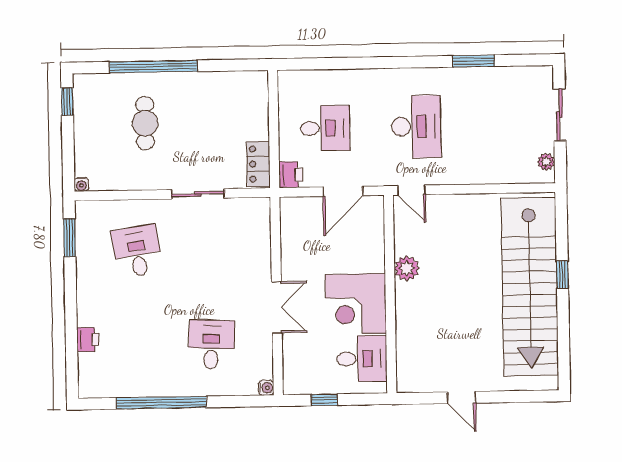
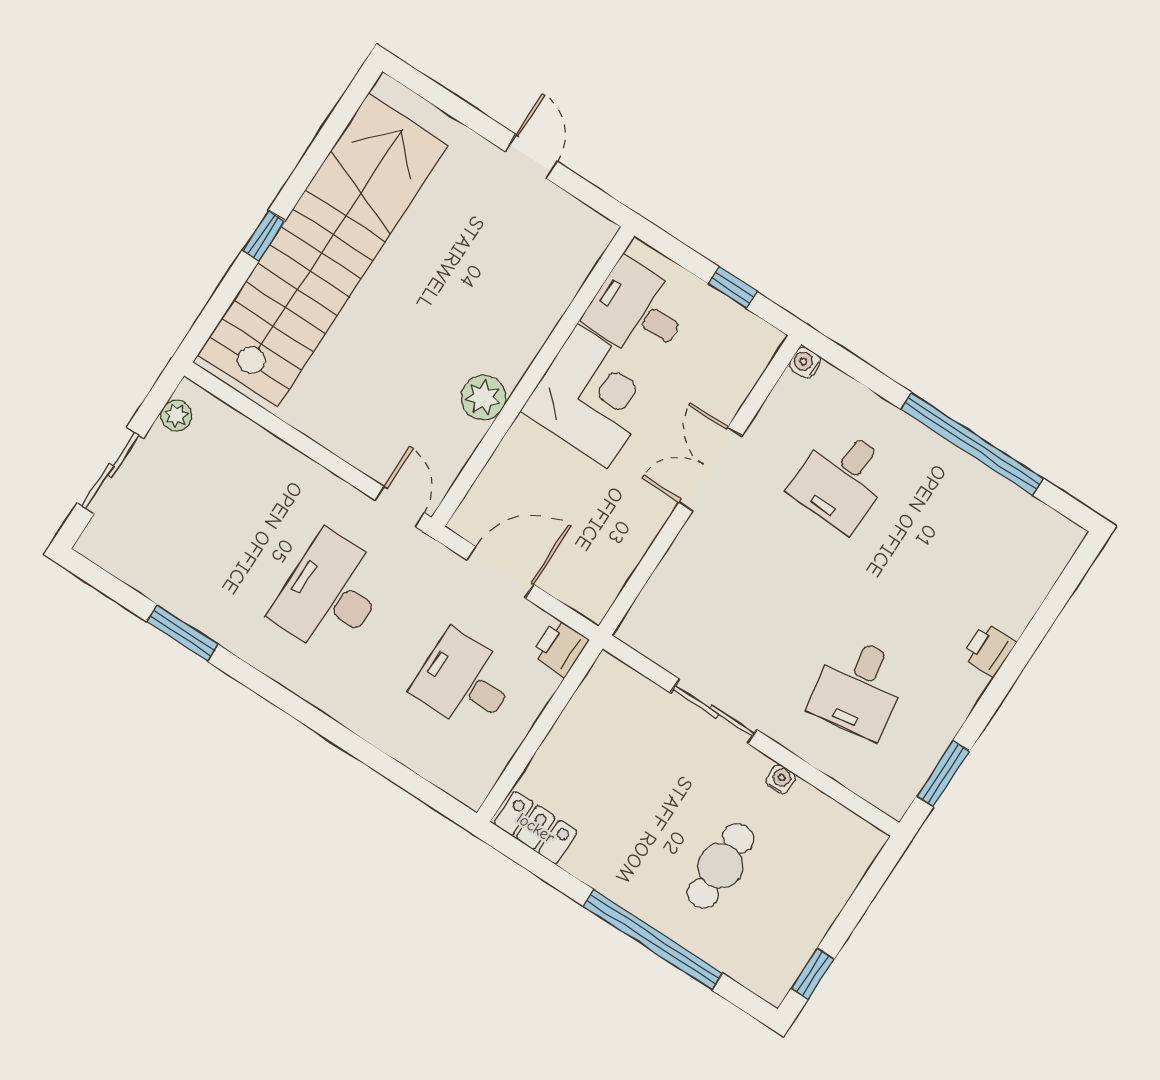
locker: (258, 164) -> (536, 828), moved, turned -90
water cooler: (81, 184) -> (781, 779), moved
printer: (88, 340) -> (989, 650), moved

